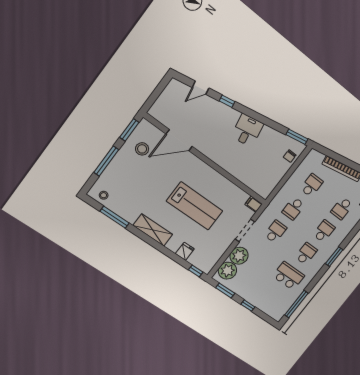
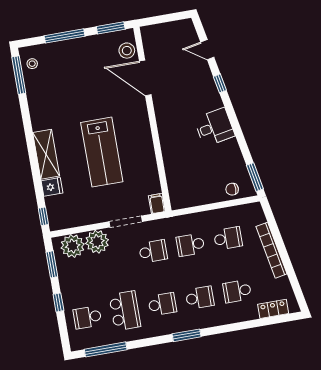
stool: (142, 149) -> (127, 51), moved
window: (115, 217) -> (19, 75), moved
shelving: (153, 230) -> (46, 154), moved
school desk: (271, 298) -> (87, 317), added

